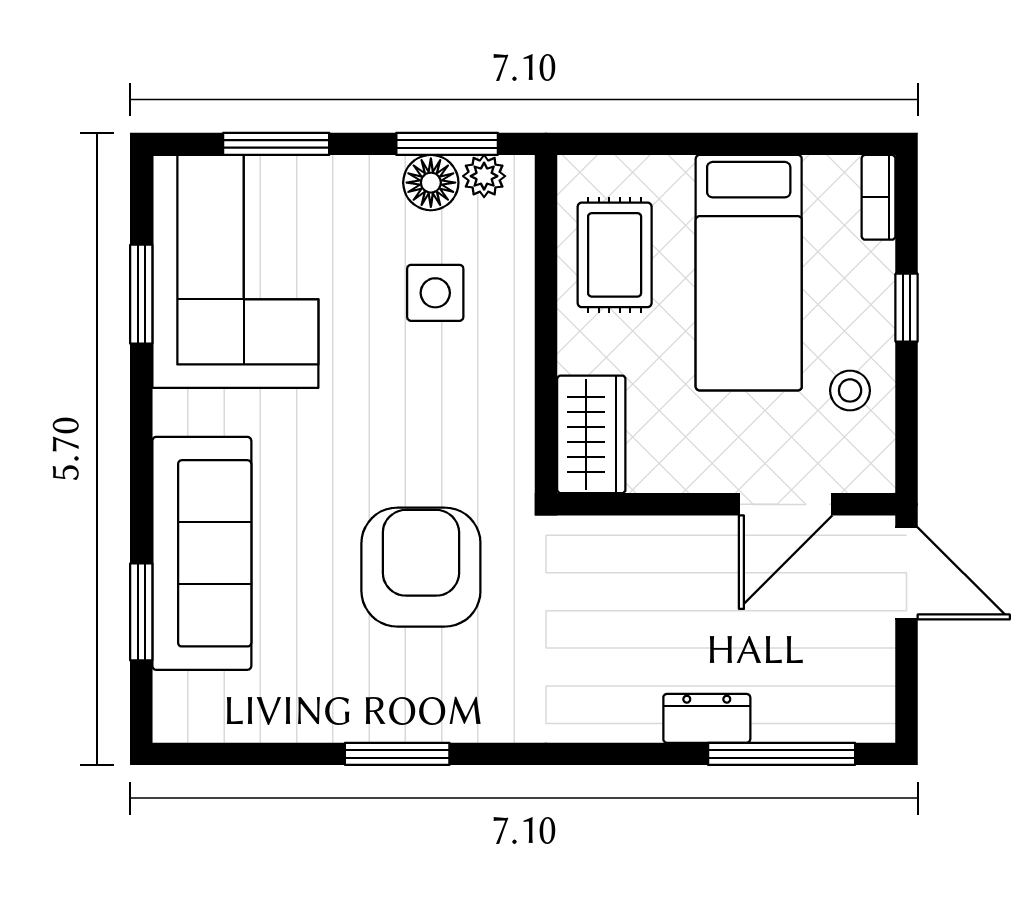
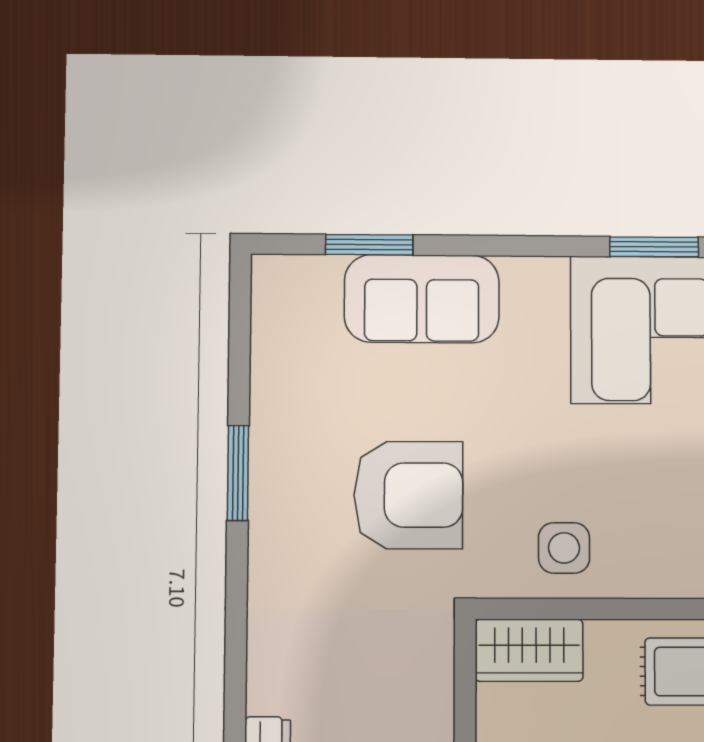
side table: (435, 293) -> (564, 548), moved
sofa: (202, 553) -> (422, 299), width x0.73

